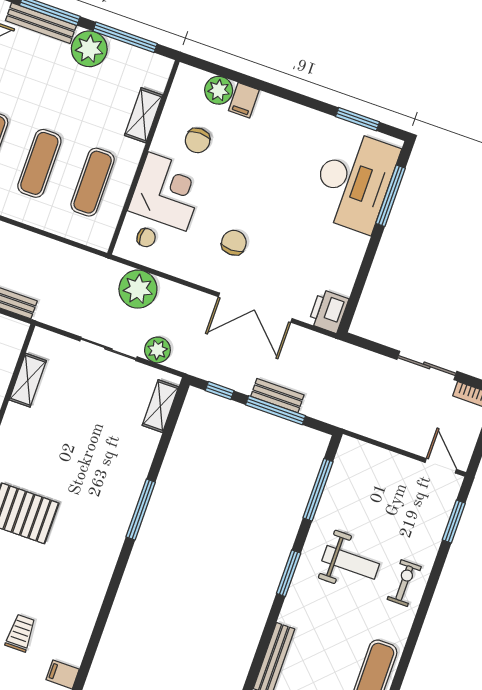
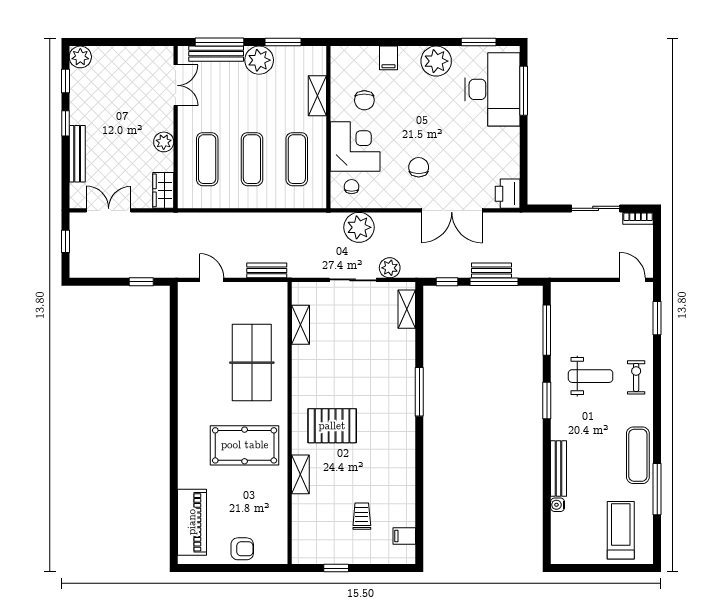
window: (125, 37) -> (283, 42), width x0.69
plant: (219, 90) -> (436, 61), moved, width x1.36, depth x1.36
chair: (146, 238) -> (352, 187), turned -90

